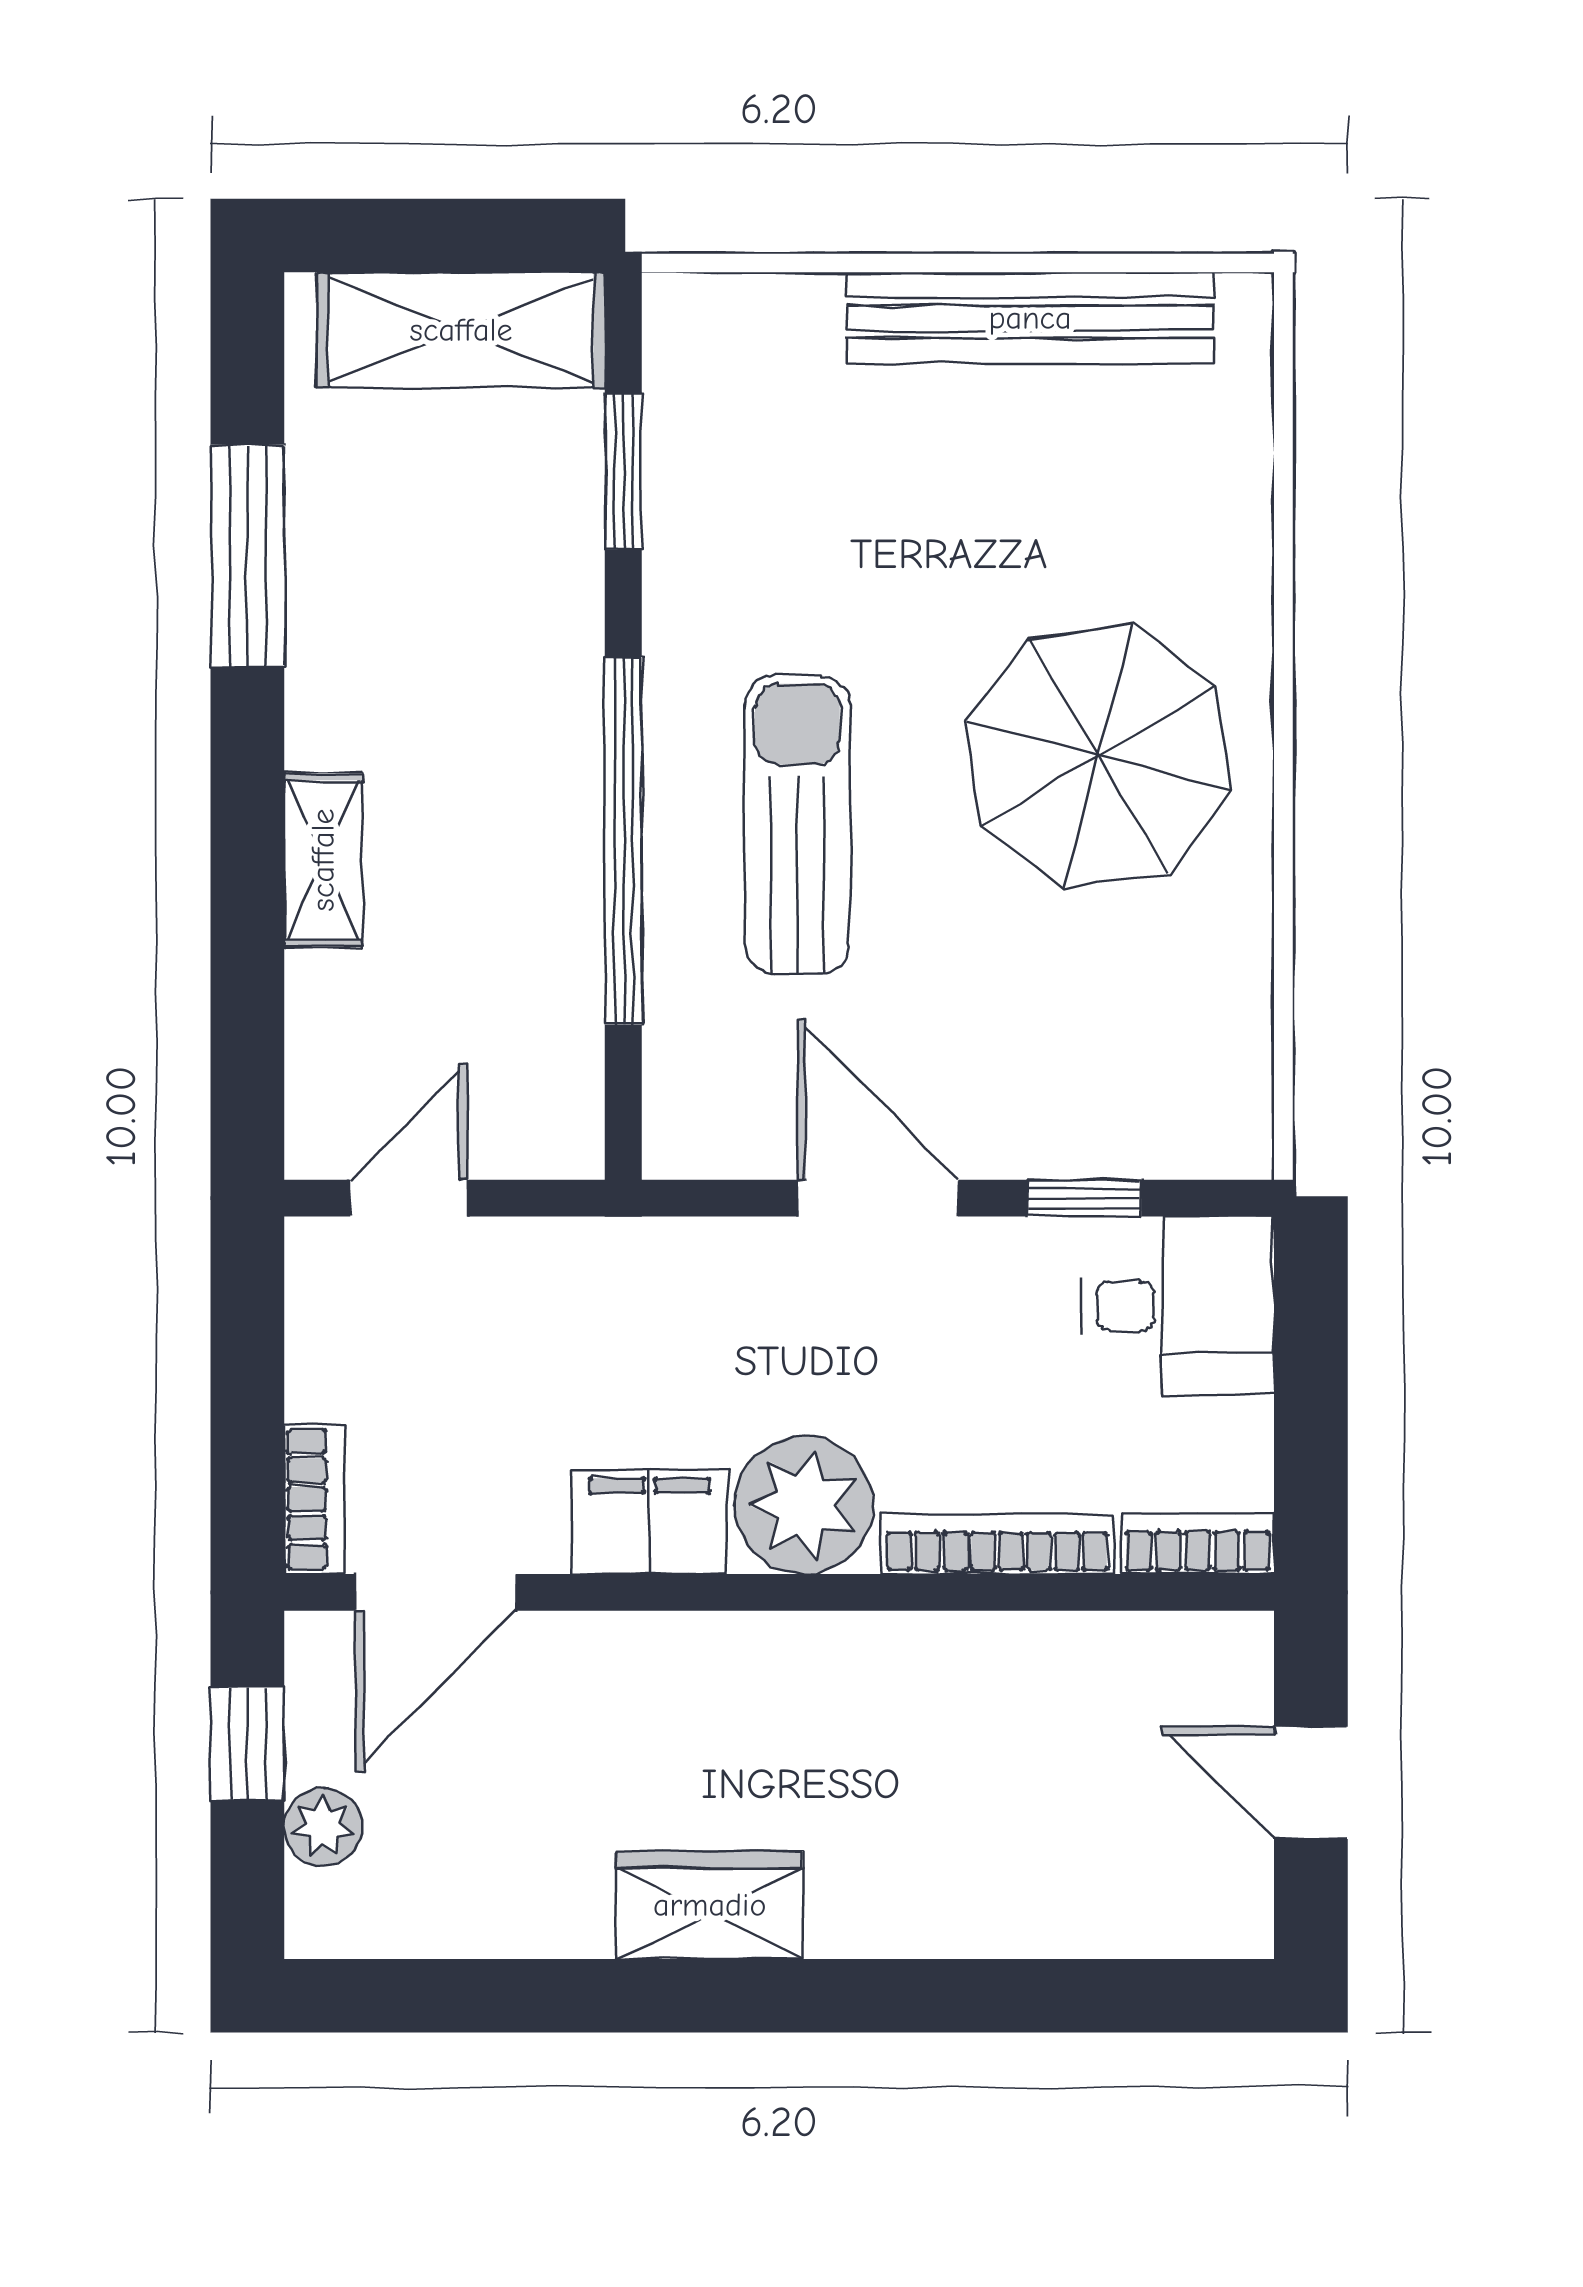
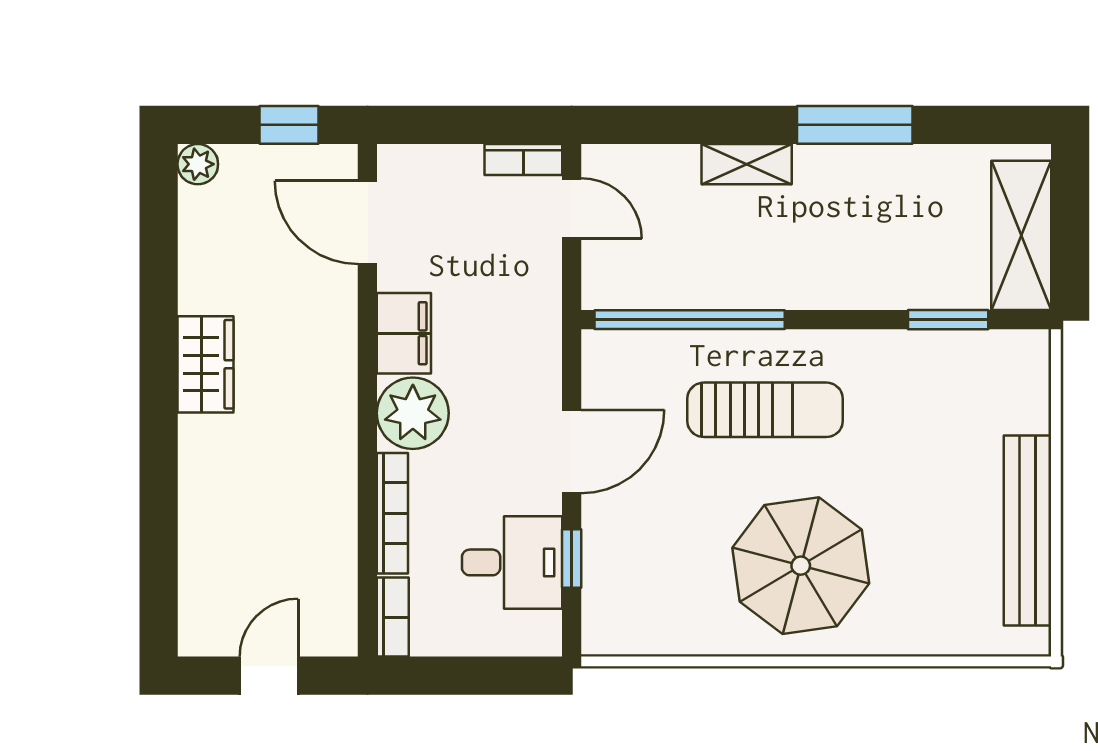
window: (247, 556) -> (855, 125), moved
window: (623, 841) -> (690, 320), moved
desk: (1178, 1306) -> (512, 562), moved, turned -90
bookcase: (314, 1499) -> (523, 159), moved
plant: (323, 1826) -> (198, 164), moved

